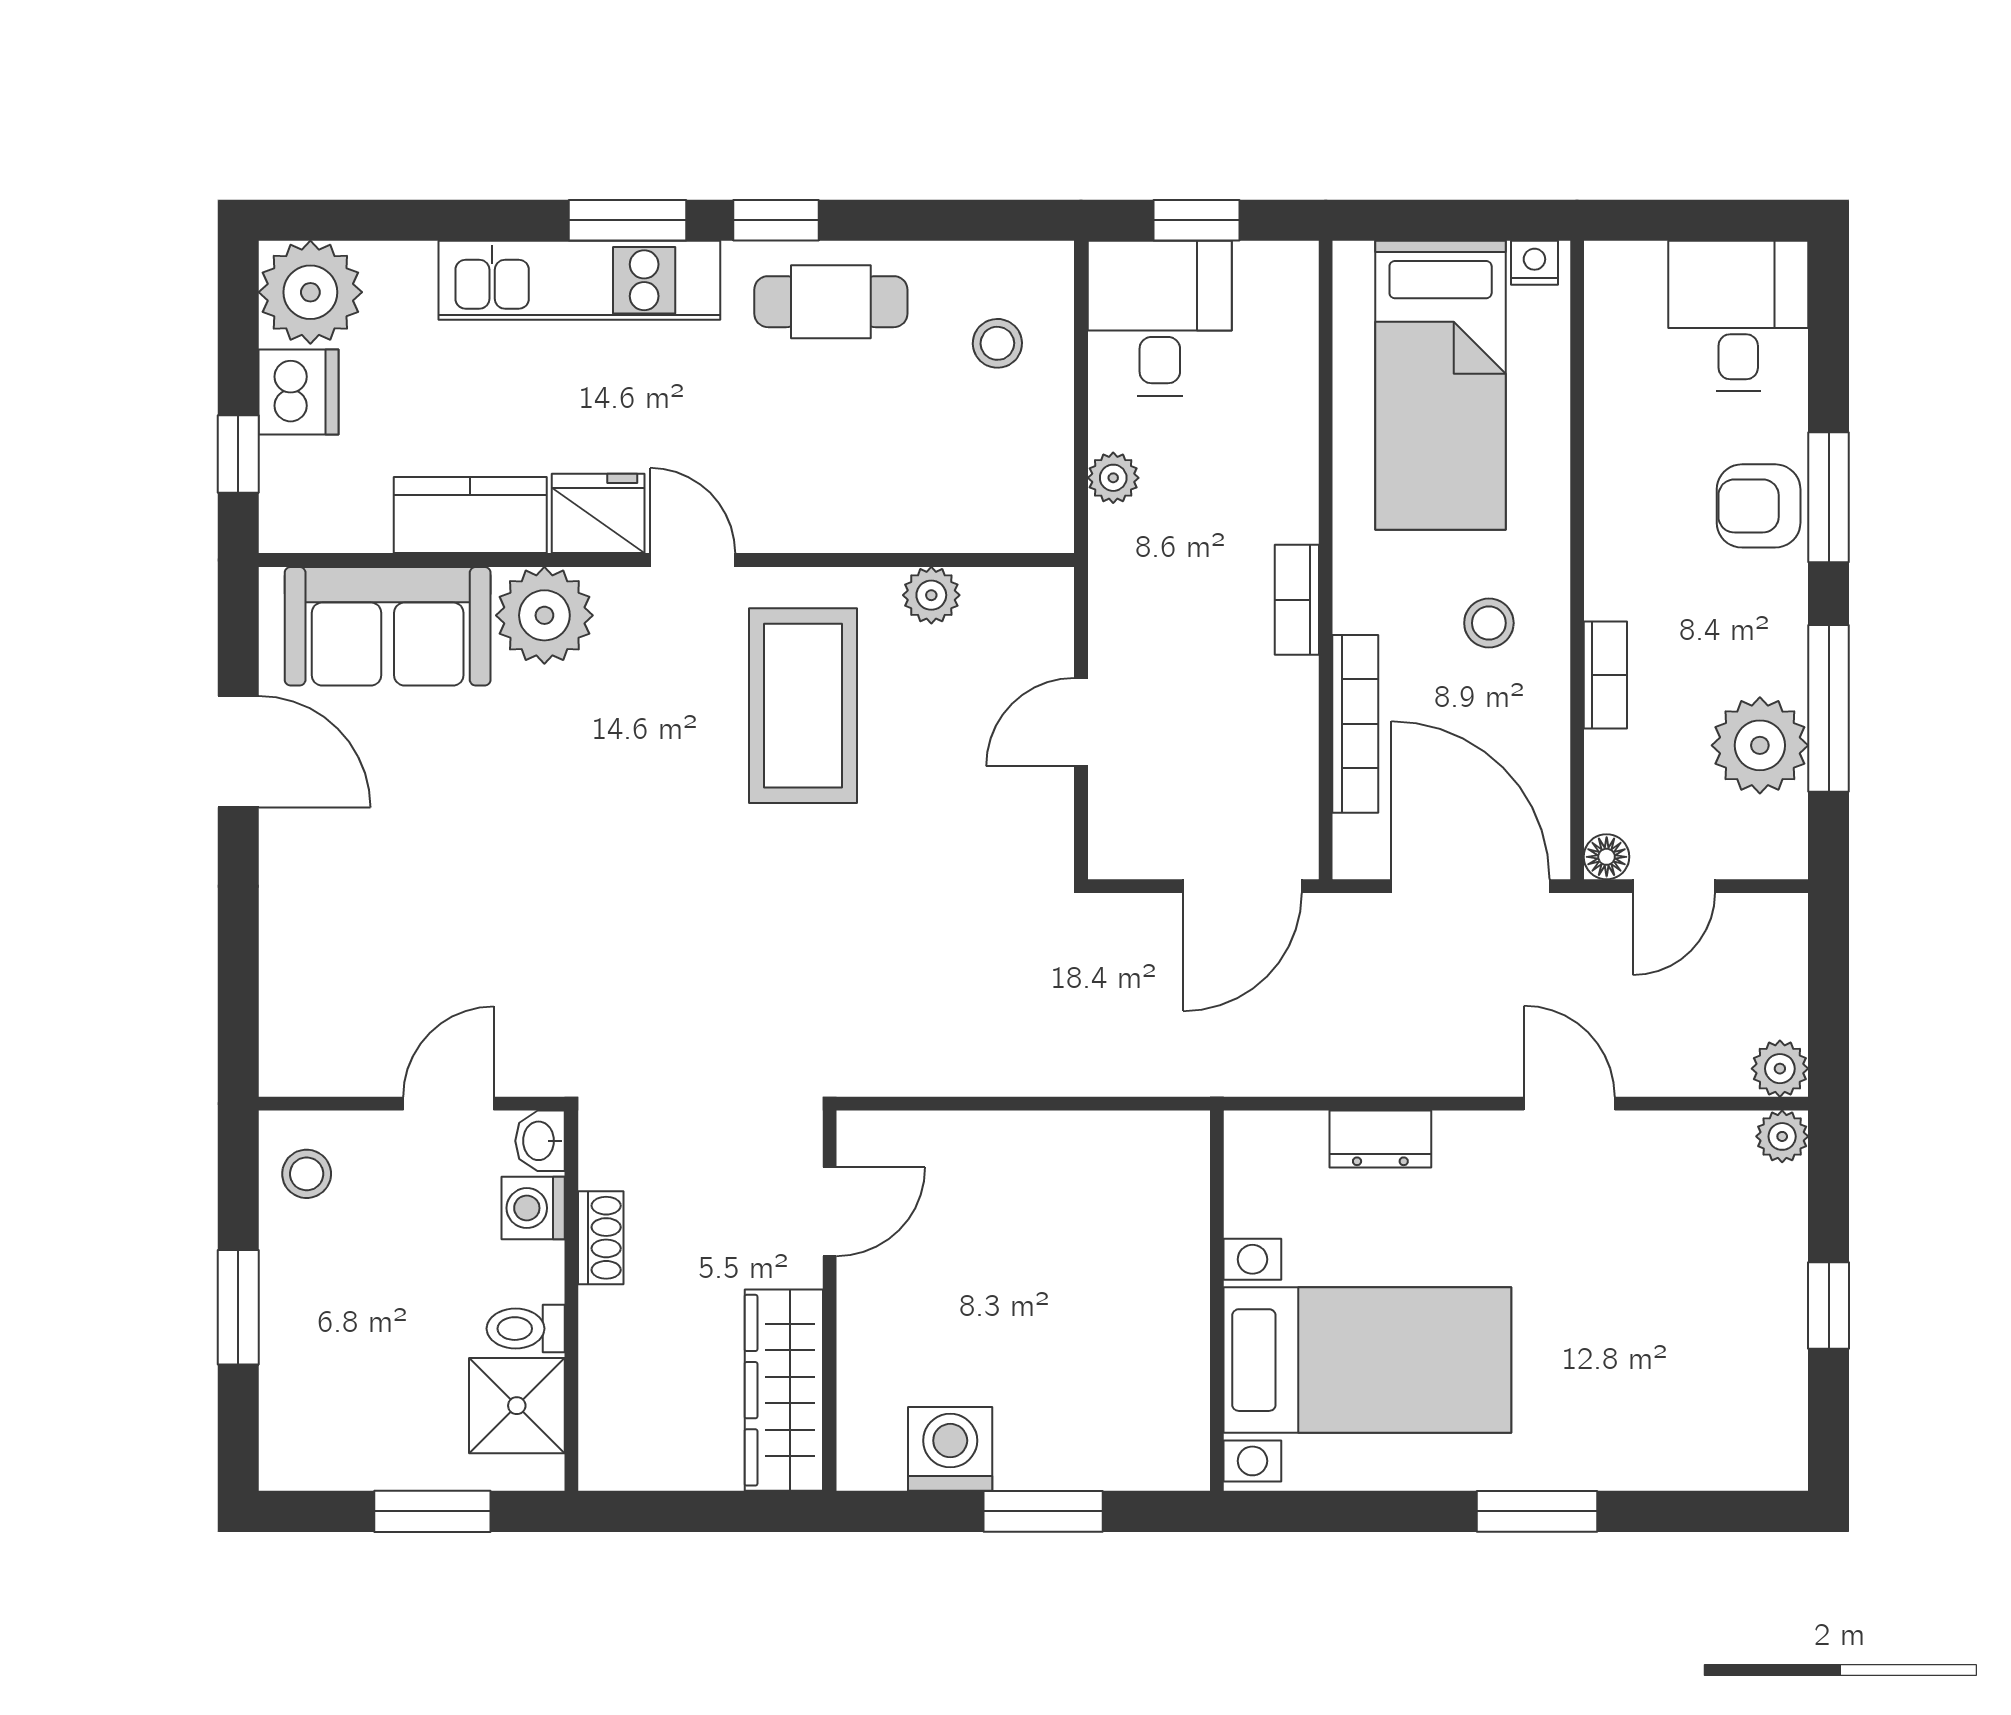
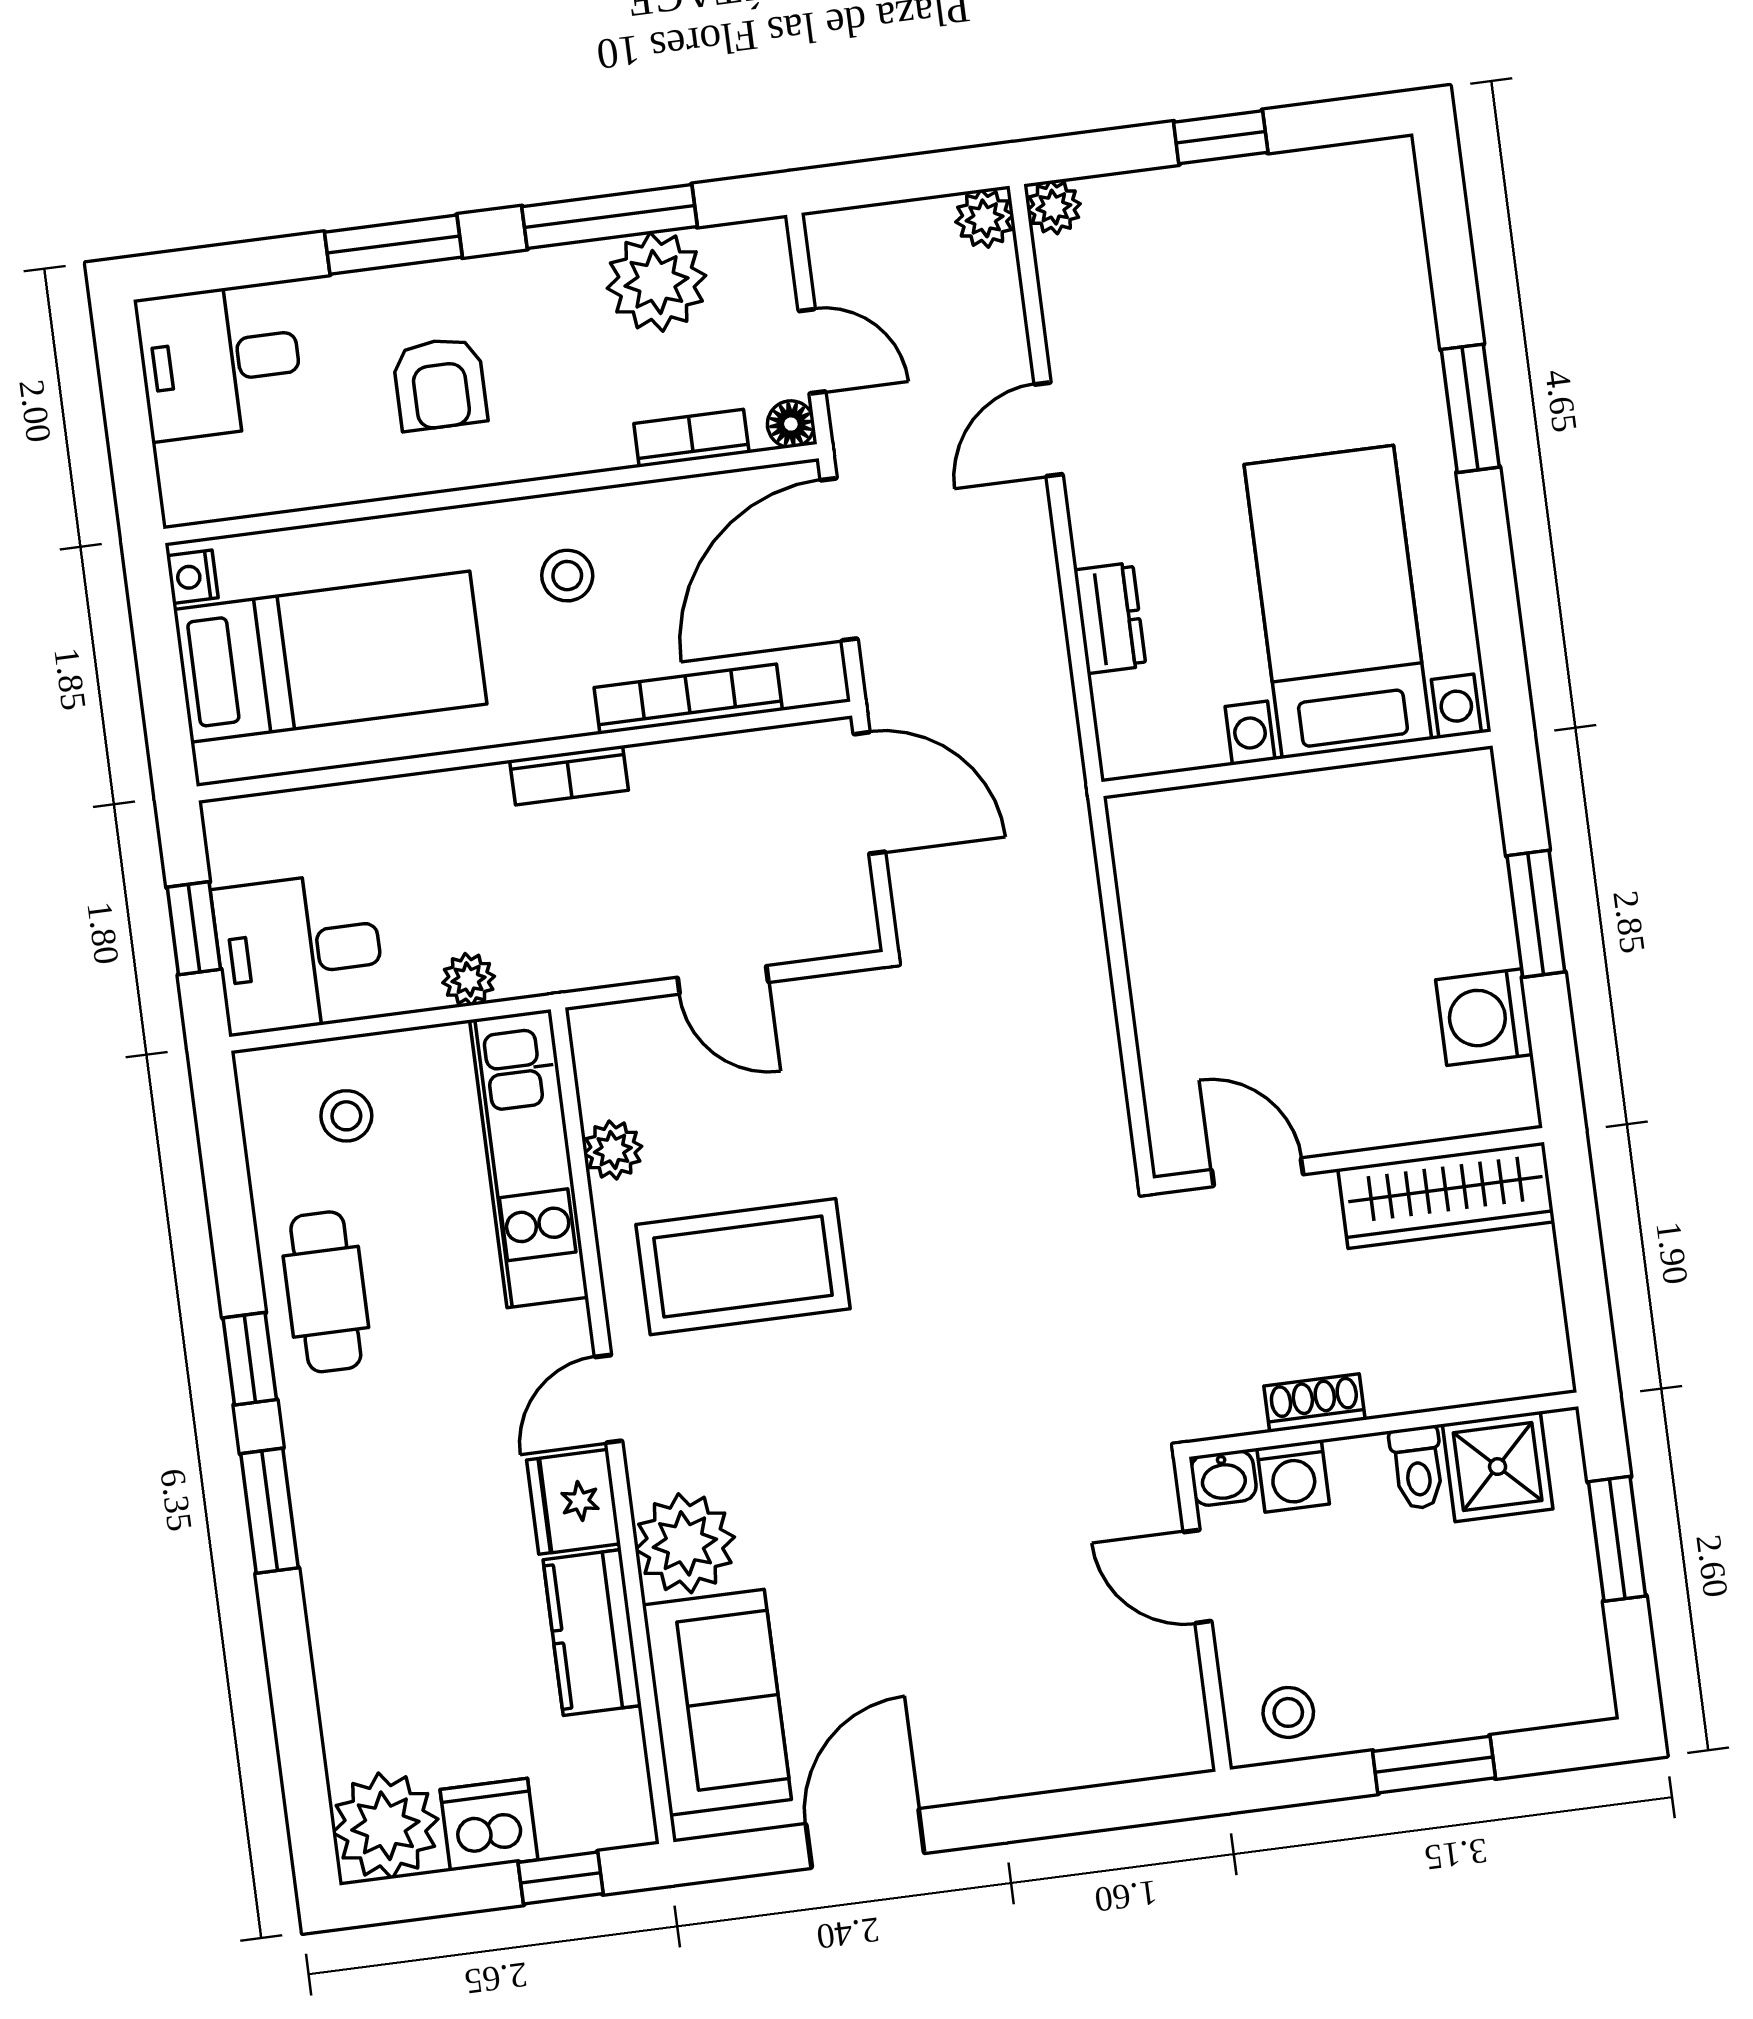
kitchen unit: (579, 280) -> (529, 1159), moved, turned 180
armchair: (1759, 506) -> (440, 384), moved
bookcase: (1605, 675) -> (691, 438), moved

